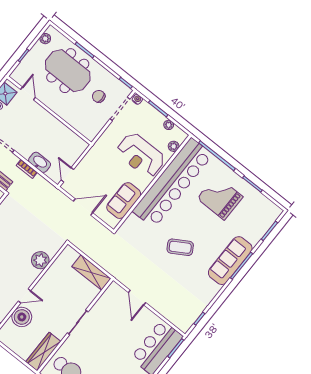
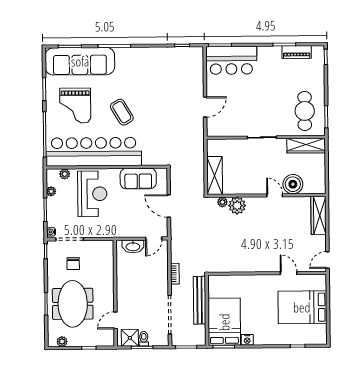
washbasin: (40, 162) -> (133, 246), moved, turned -90
coffee table: (180, 247) -> (122, 112), moved
plant: (52, 251) -> (222, 202), added
sofa: (230, 261) -> (80, 61), moved, width x1.36, depth x1.27
shelving: (91, 273) -> (215, 176), moved

